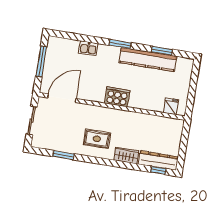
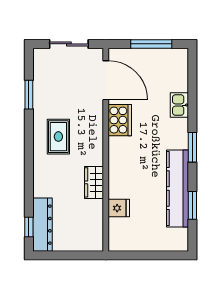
cooker: (117, 97) -> (120, 120), moved
fridge: (171, 106) -> (119, 208), moved
wardrobe: (126, 155) -> (94, 182), moved, turned 180

